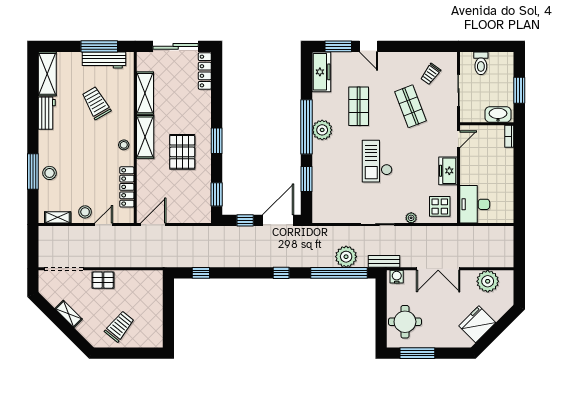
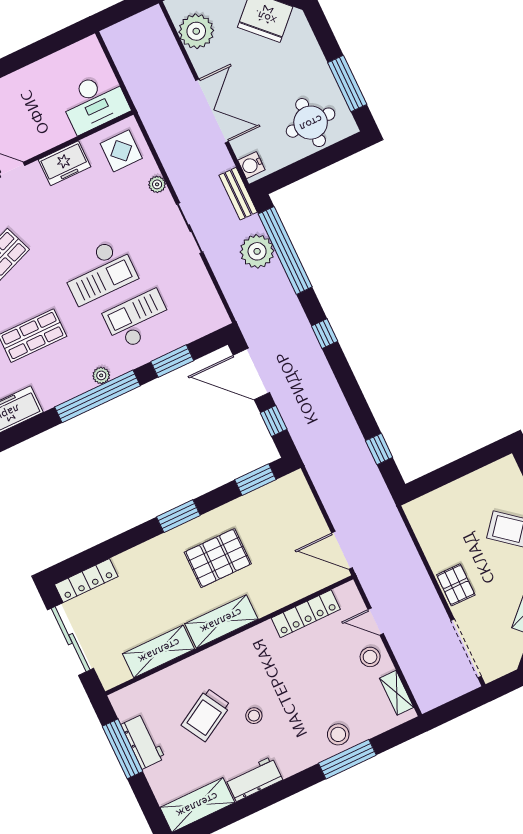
workbench: (104, 60) -> (143, 741), width x0.73
plant: (322, 130) -> (101, 375), width x0.53, depth x0.53
stool: (124, 145) -> (254, 716), moved
checkout: (339, 171) -> (138, 320), added

